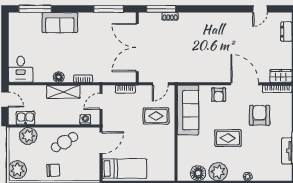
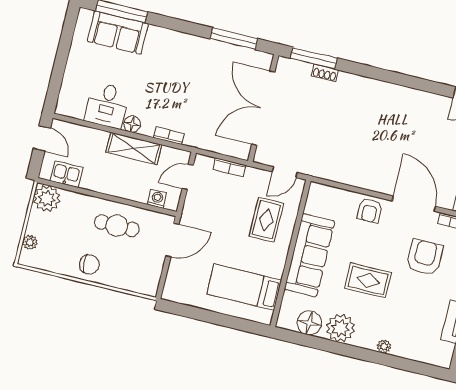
sofa: (60, 23) -> (118, 33), moved
desk: (21, 69) -> (107, 105), moved
sofa: (188, 110) -> (310, 255), moved
rug: (156, 116) -> (266, 220), turned 90
plant: (28, 136) -> (47, 199), moved
cafe table: (64, 142) -> (117, 226), turned 31
bed: (124, 169) -> (244, 287), moved, turned 180
plant: (17, 170) -> (30, 242), width x0.53, depth x0.53

